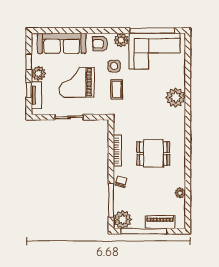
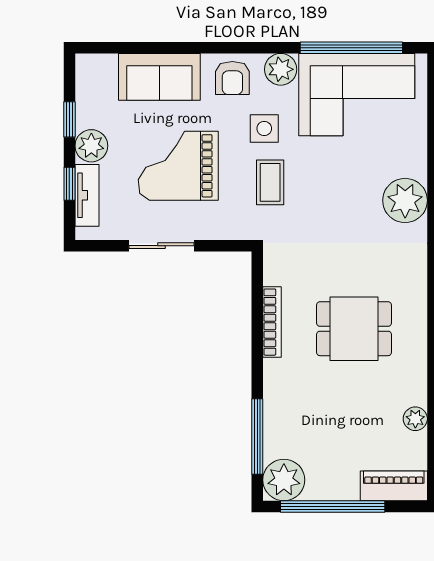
sofa: (62, 43) -> (159, 77), width x0.73
armchair: (100, 44) -> (232, 78), turned -90
chair: (121, 182) -> (280, 393), removed
piano: (160, 222) -> (394, 486), moved

